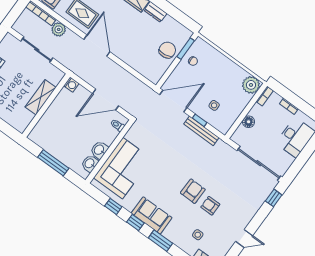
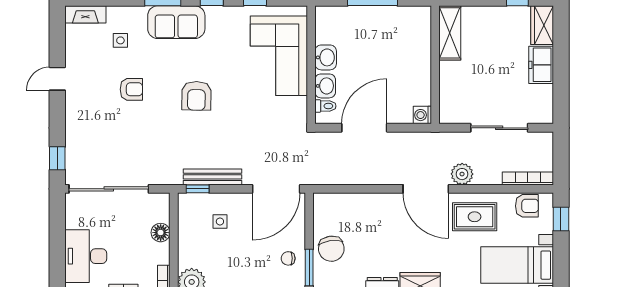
plant: (59, 29) -> (462, 174), moved
shelving: (41, 97) -> (450, 33), moved
window: (200, 120) -> (198, 189), moved
washbasin: (90, 163) -> (325, 86), moved
armchair: (193, 191) -> (196, 96), moved
sofa: (152, 215) -> (176, 22), moved

